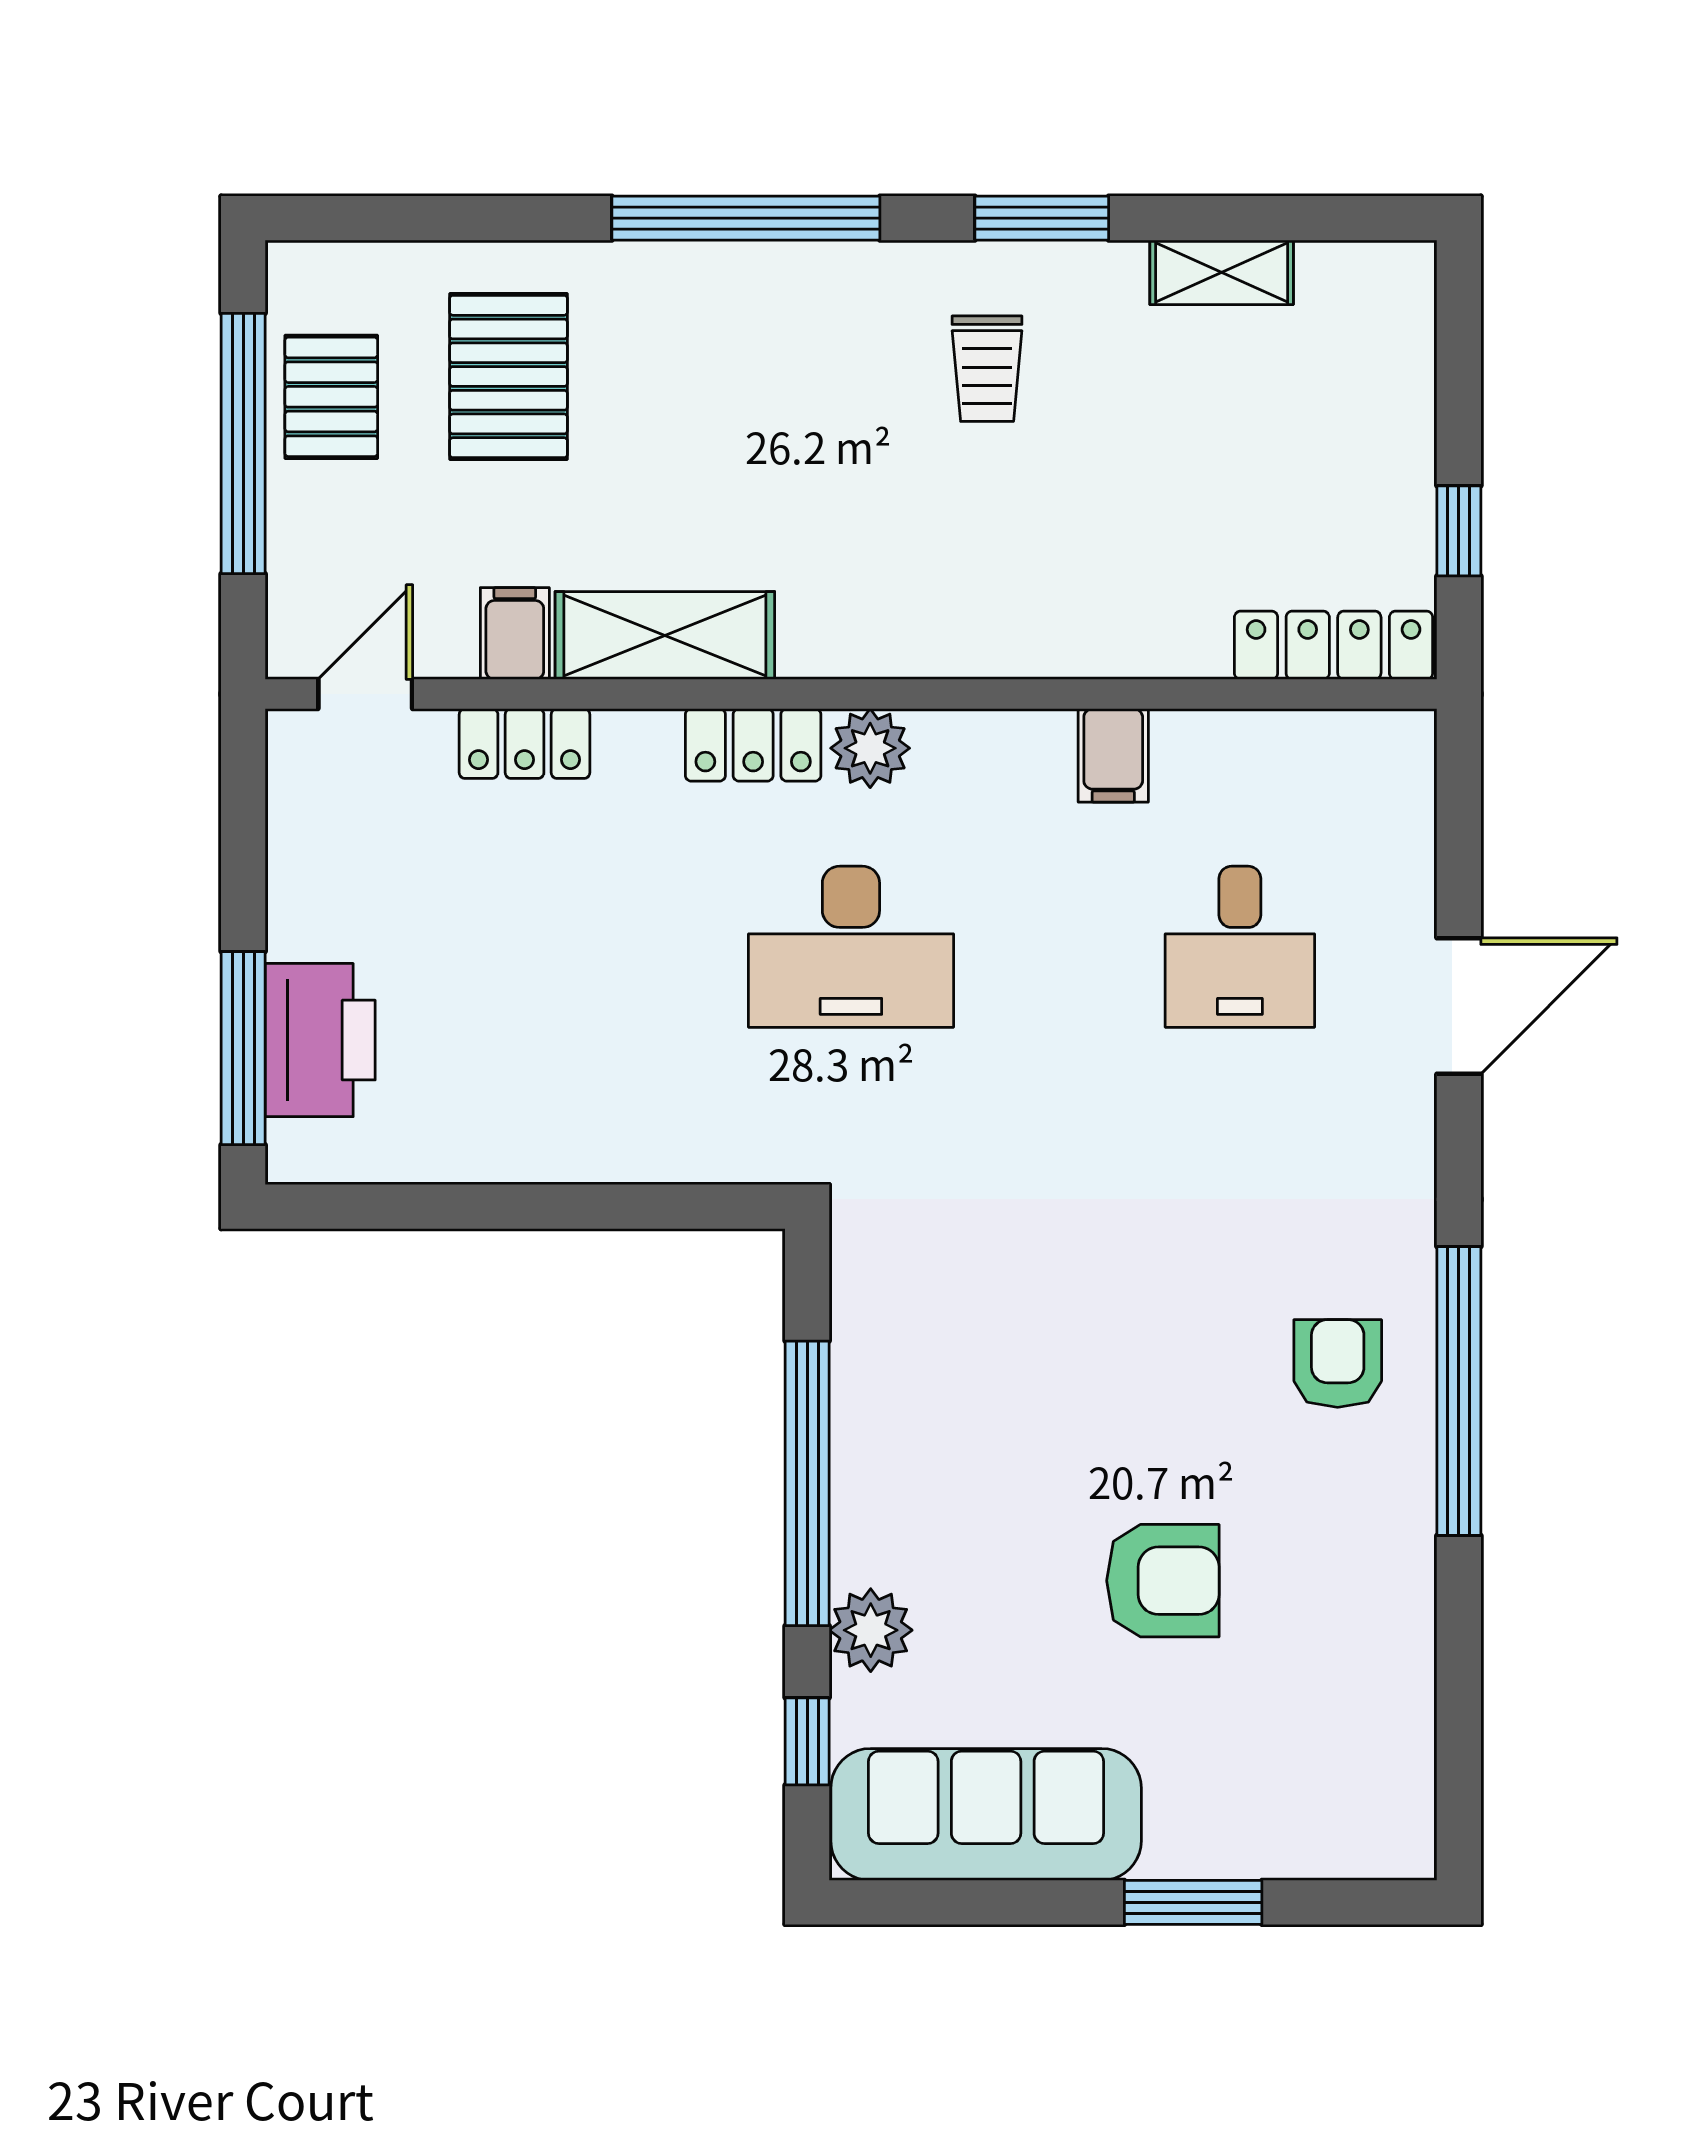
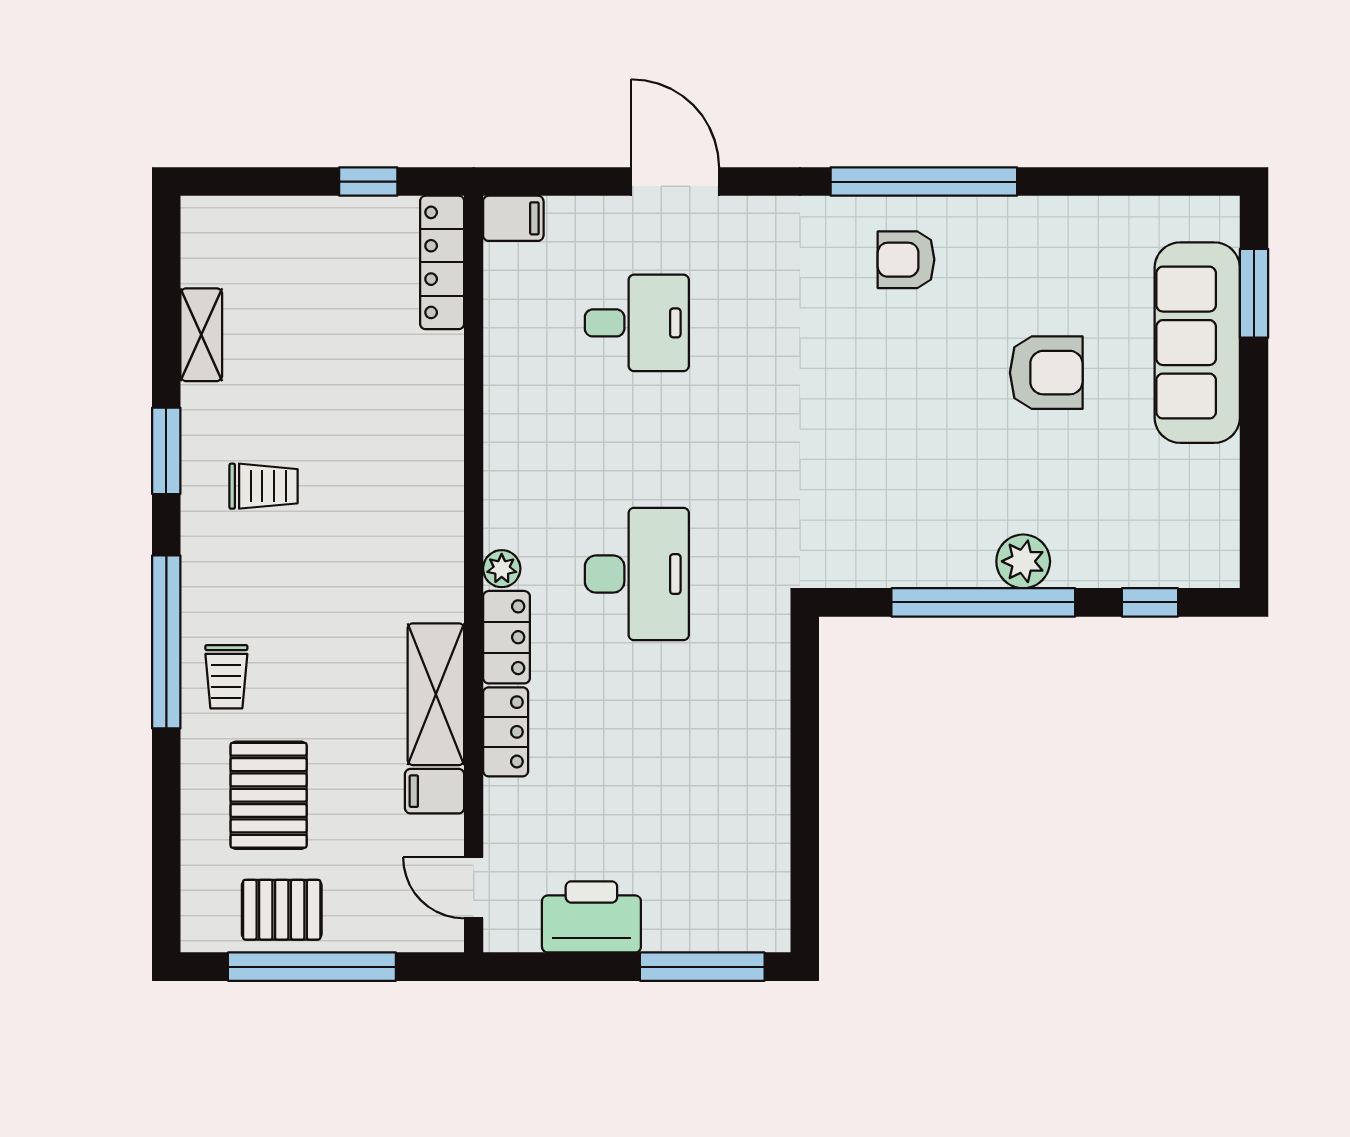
trolley: (692, 311) -> (226, 677), added
pallet: (508, 376) -> (269, 795), turned 90
locker: (525, 744) -> (506, 732), moved
plant: (870, 748) -> (502, 569), width x0.73, depth x0.73
filing cabinet: (1113, 755) -> (513, 218), moved
printer: (320, 1040) -> (591, 917), moved
armchair: (1163, 1581) -> (1046, 373), turned 90
plant: (871, 1630) -> (1023, 561), moved
sofa: (986, 1814) -> (1197, 343), moved
window: (1193, 1902) -> (1254, 293), moved

